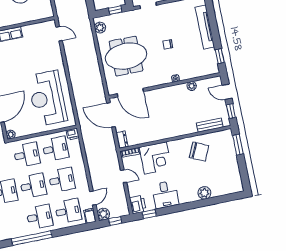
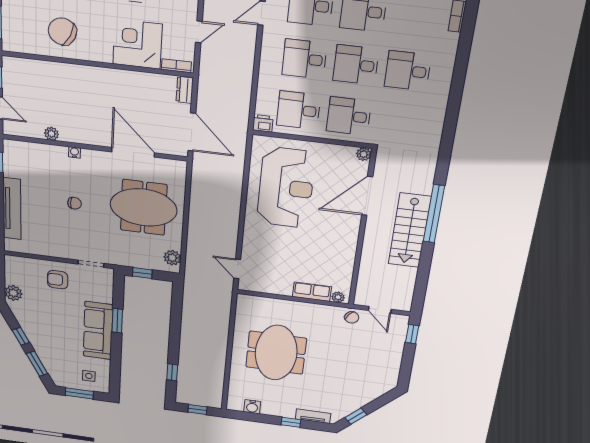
door: (130, 93) -> (133, 152), moved
bench: (210, 125) -> (35, 67), removed
door: (124, 176) -> (199, 32), swing flipped

